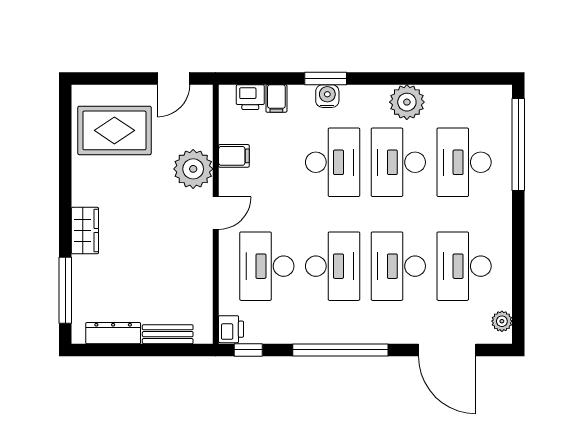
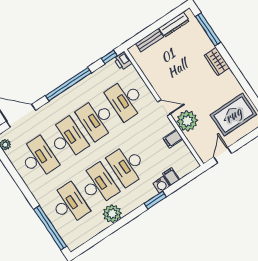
water cooler: (327, 96) -> (161, 185), moved
printer: (250, 97) -> (183, 170), removed
door: (216, 213) -> (164, 108), swing flipped
desk: (267, 266) -> (126, 100), turned 180

